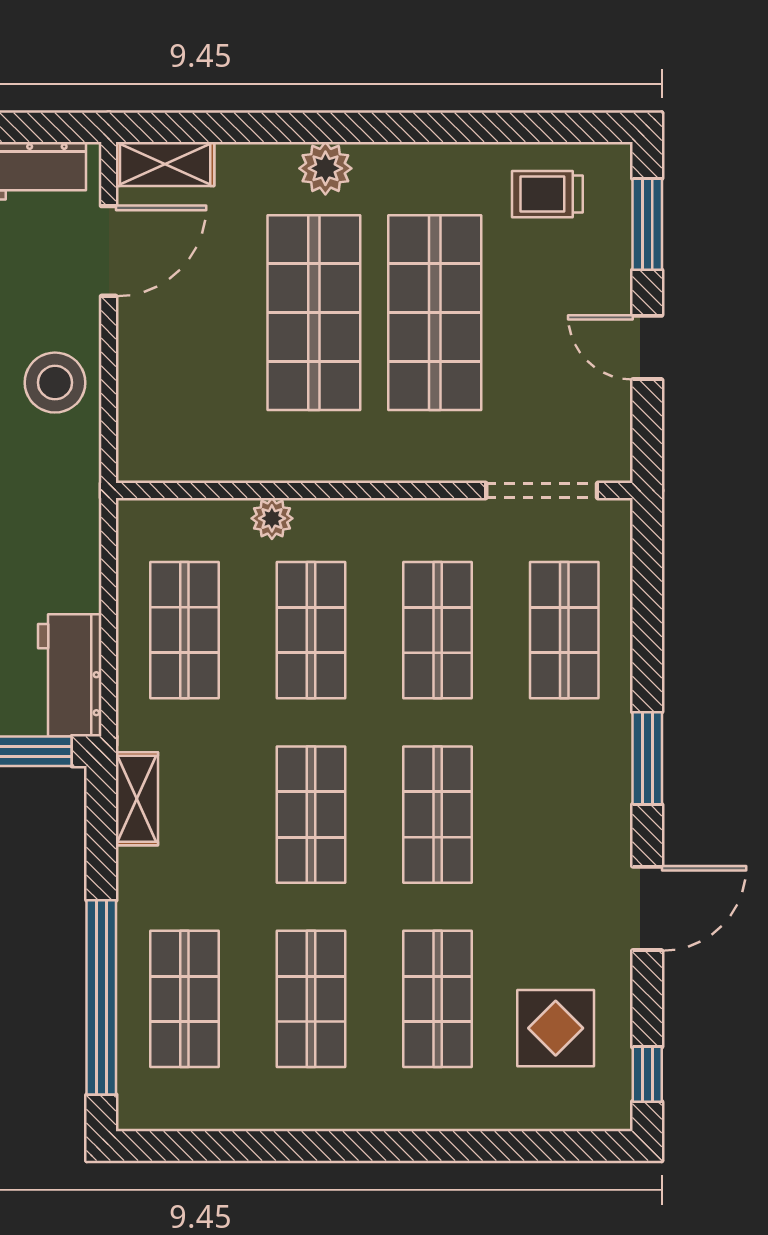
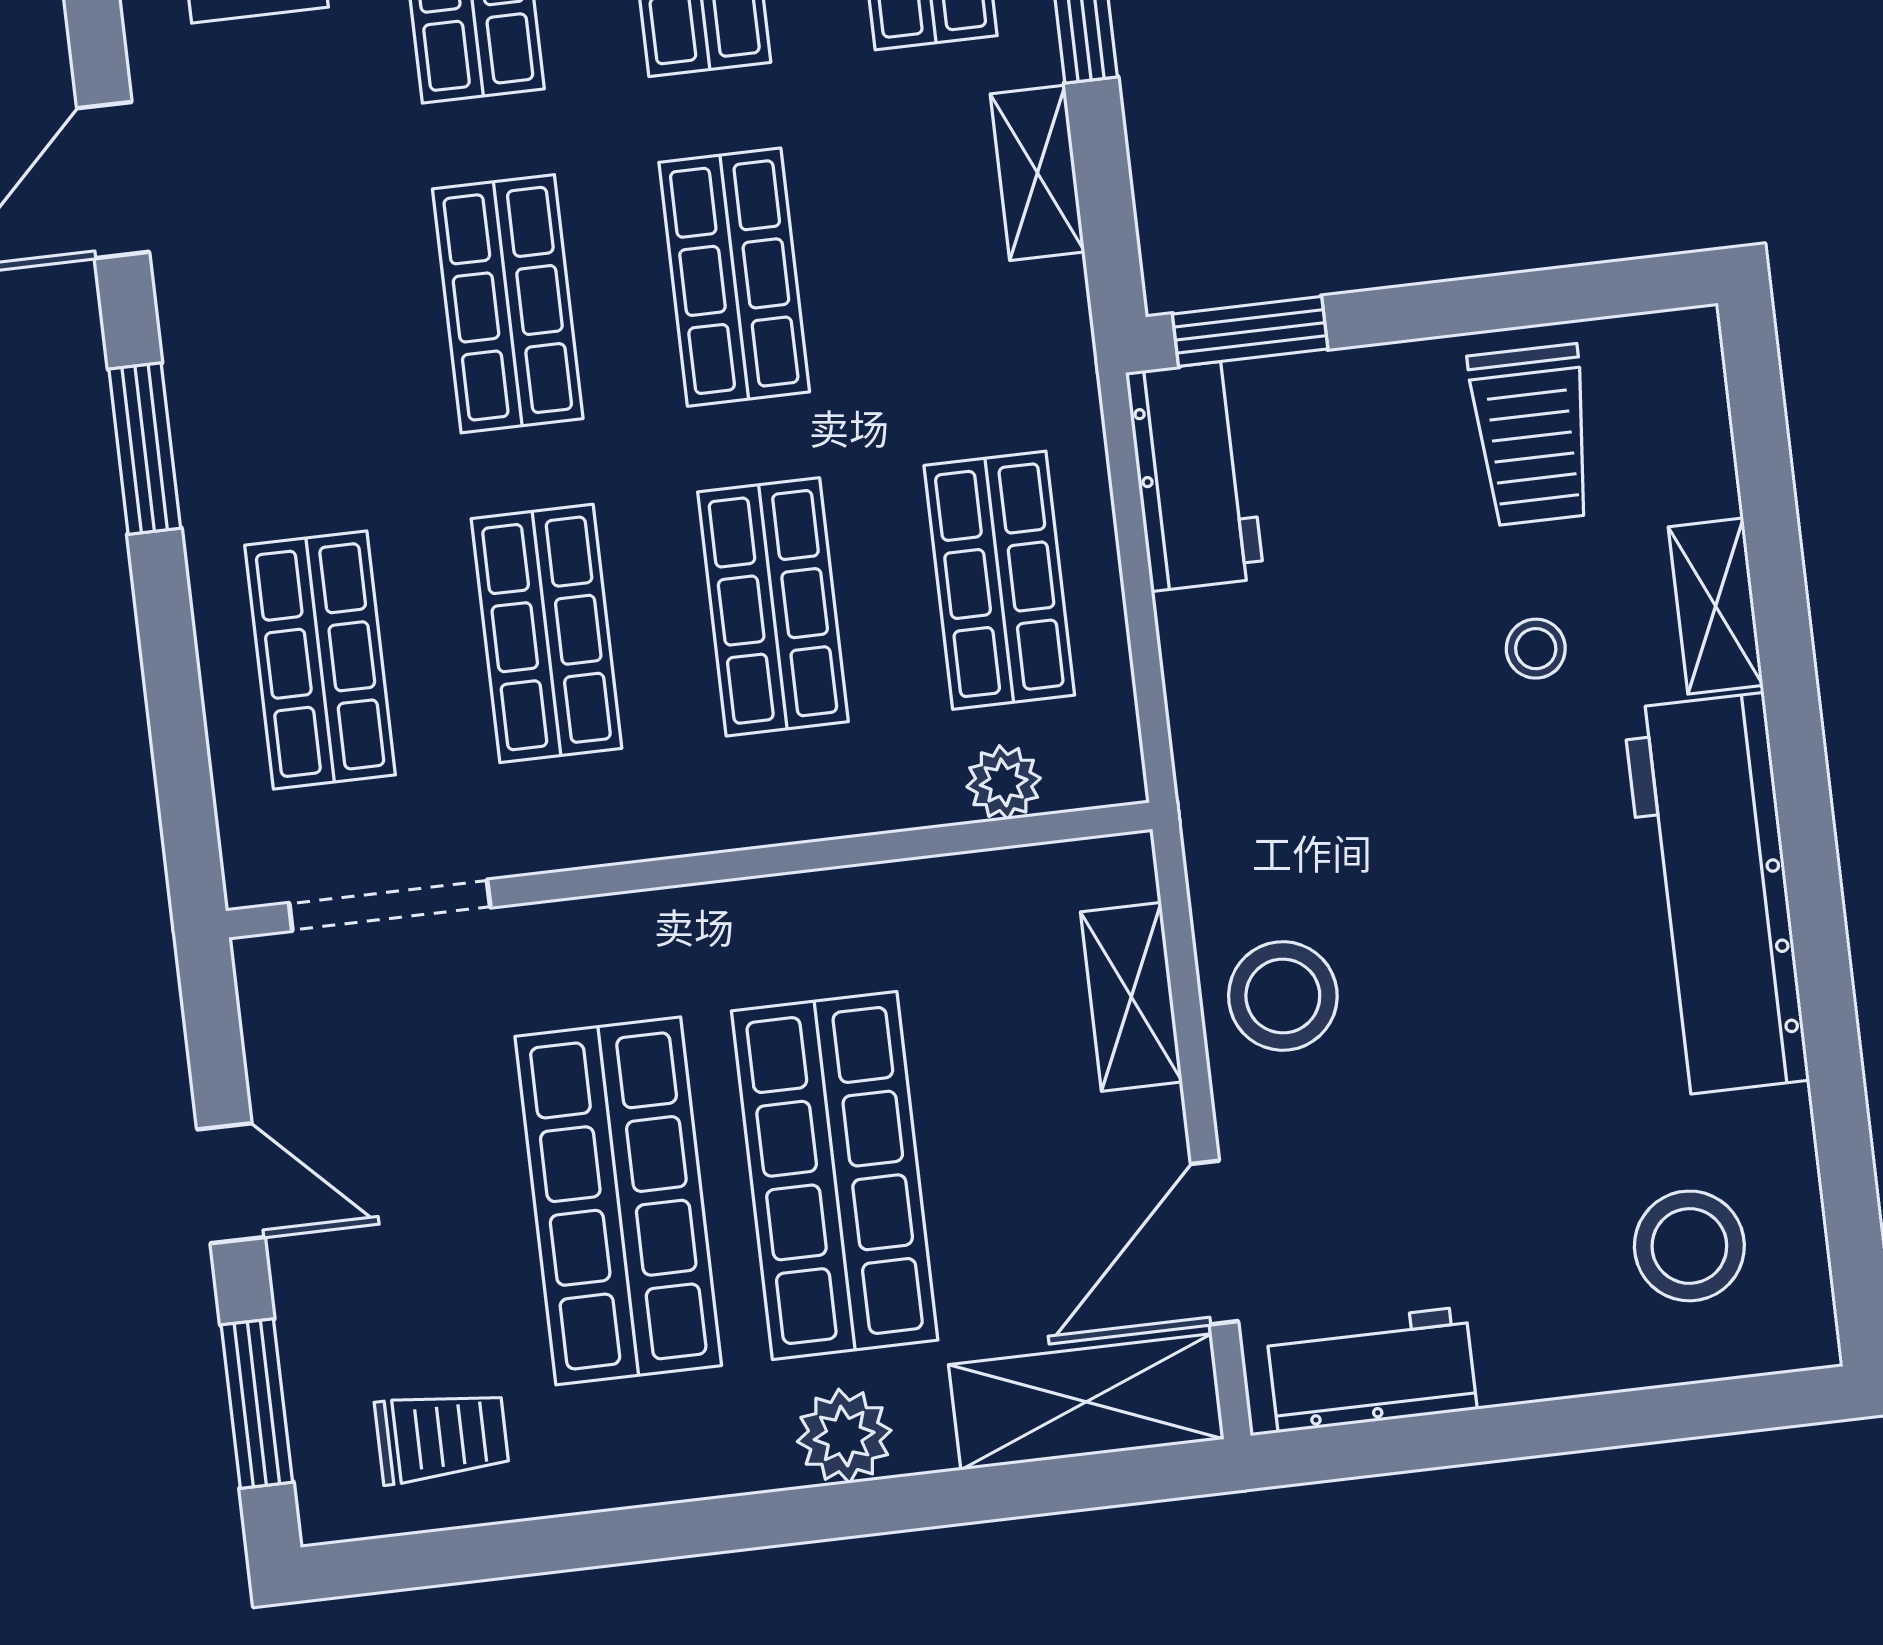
shelving: (165, 164) -> (1086, 1402), width x1.50, depth x1.33
shelving: (139, 392) -> (1131, 997), added
plant: (272, 518) -> (1004, 782), moved
shelving: (137, 799) -> (1037, 173), moved

